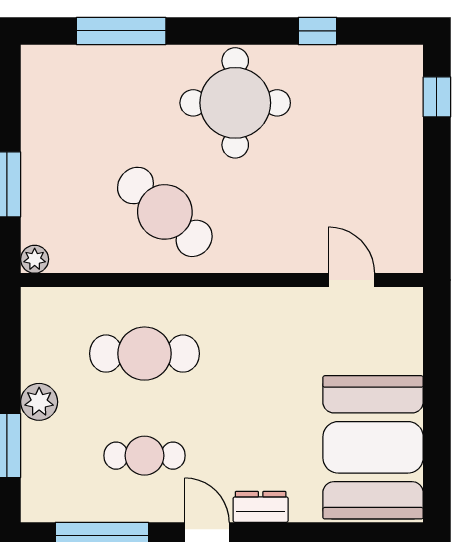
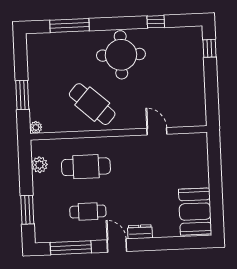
door: (351, 280) -> (157, 131), moved
plant: (39, 402) -> (39, 165), moved
booth: (373, 447) -> (195, 212), width x0.73, depth x0.70

